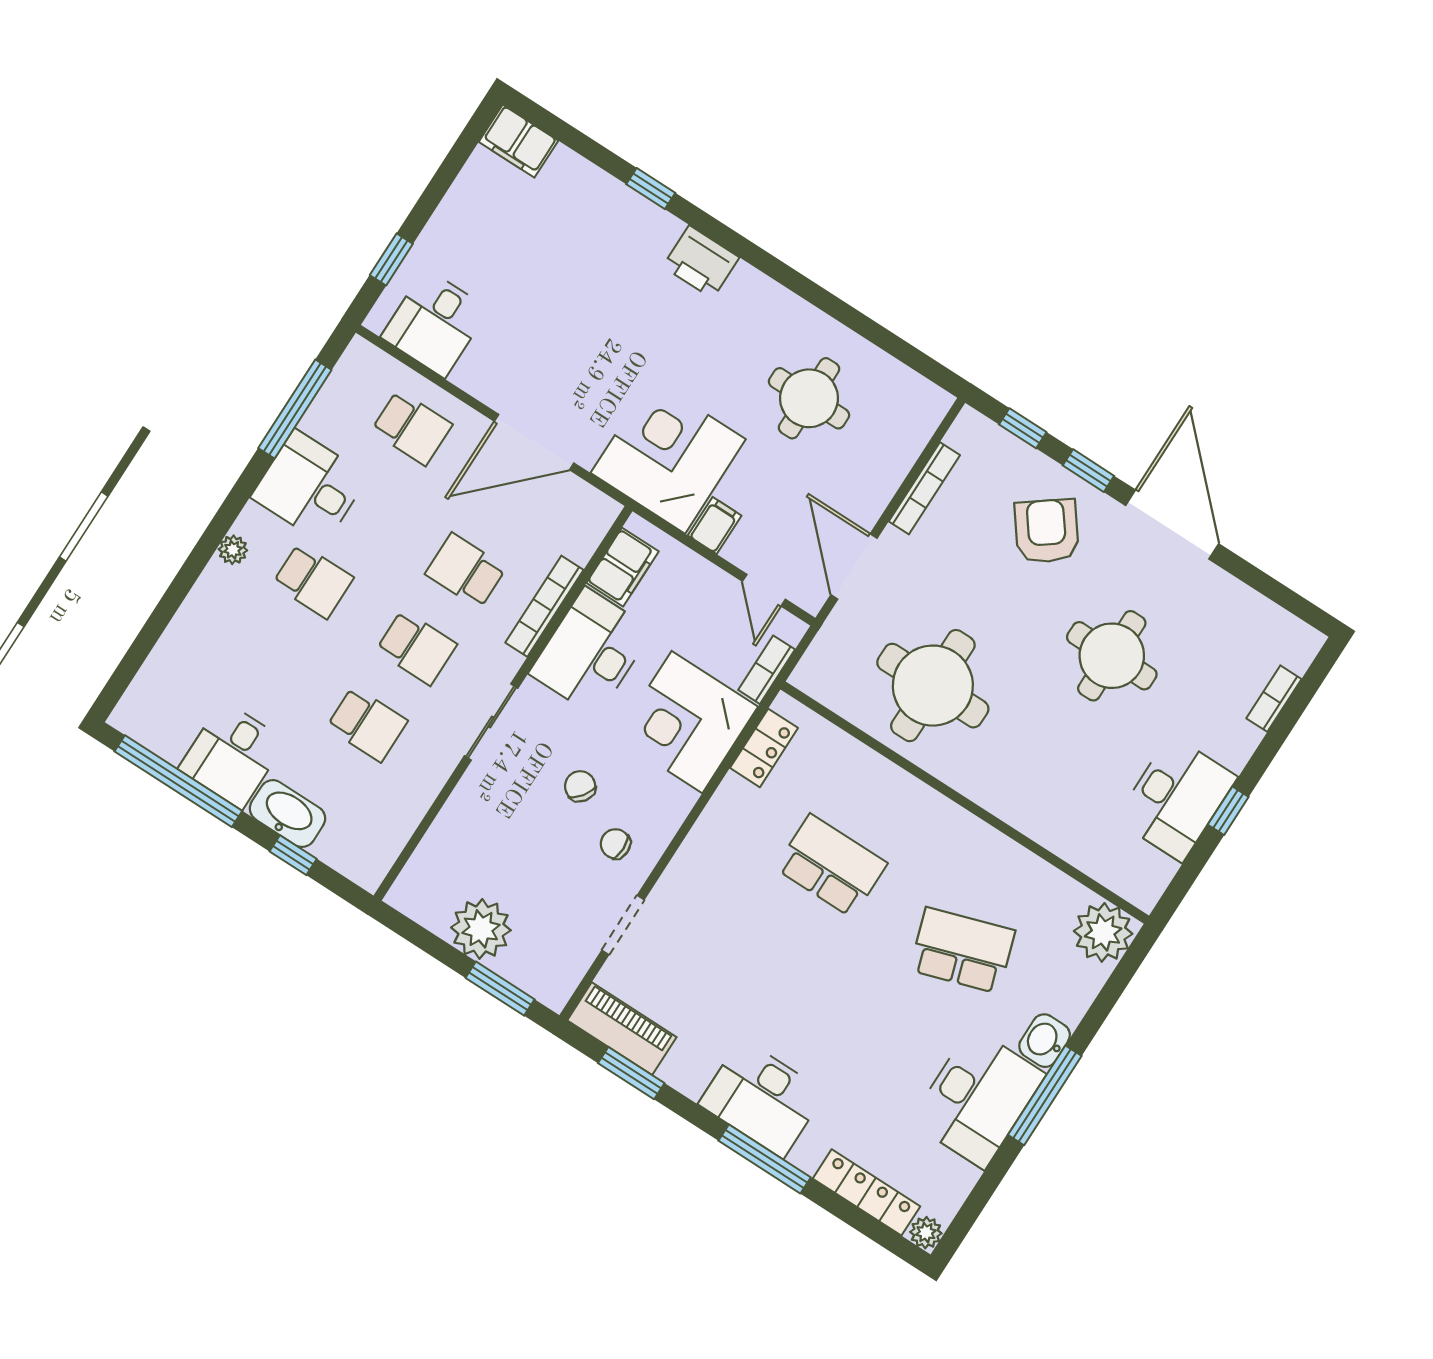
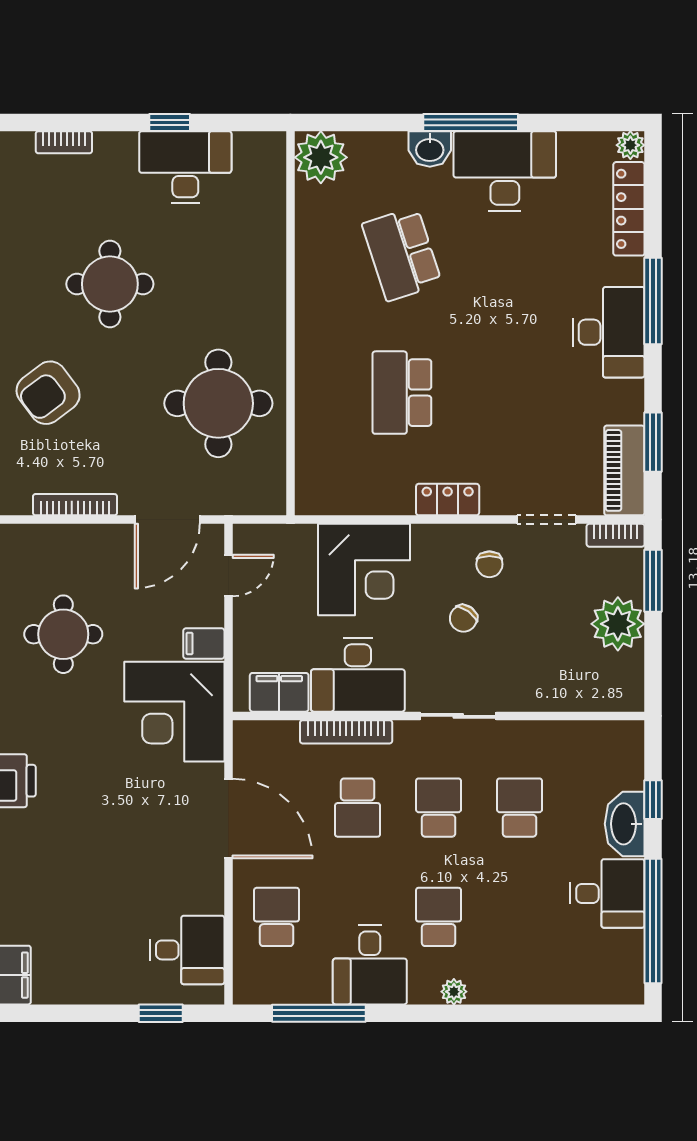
bookcase: (767, 670) -> (616, 535), moved
locker: (764, 748) -> (448, 500), moved

